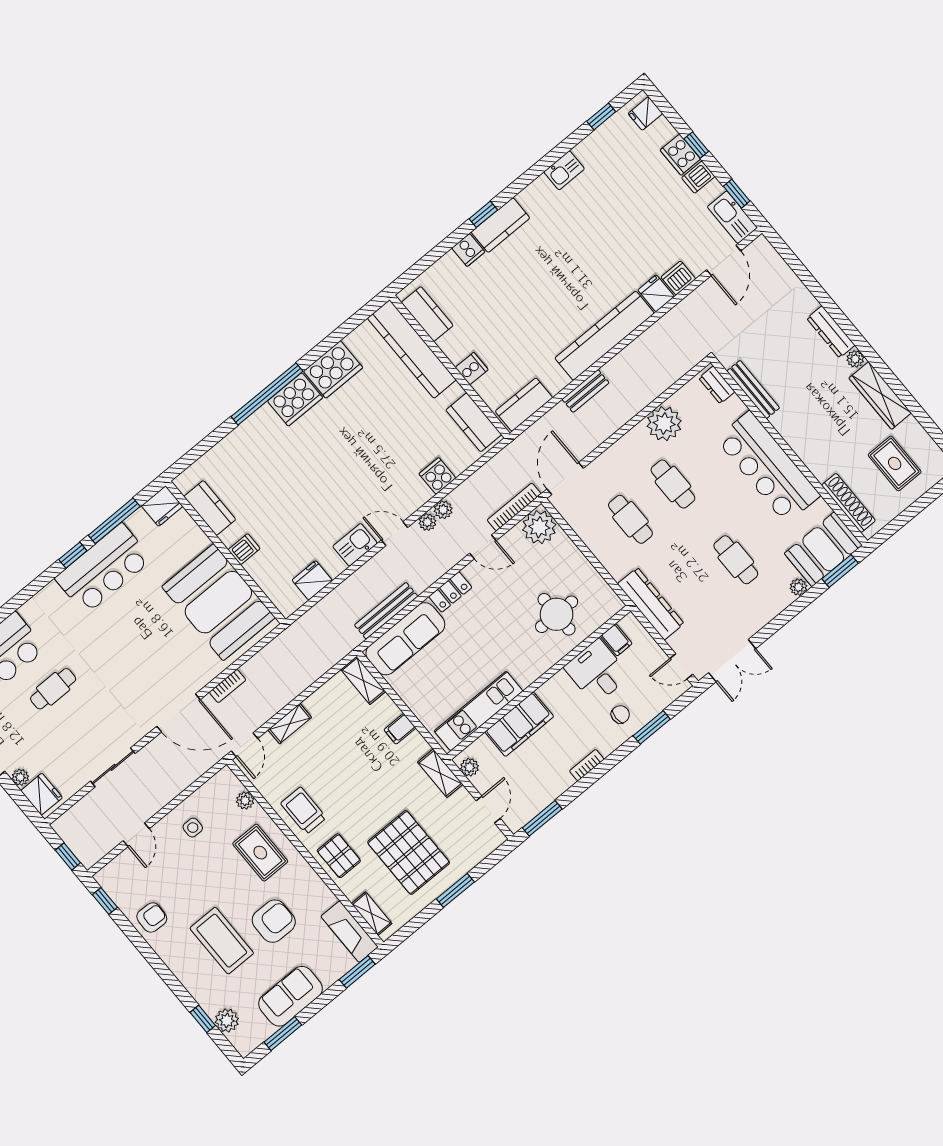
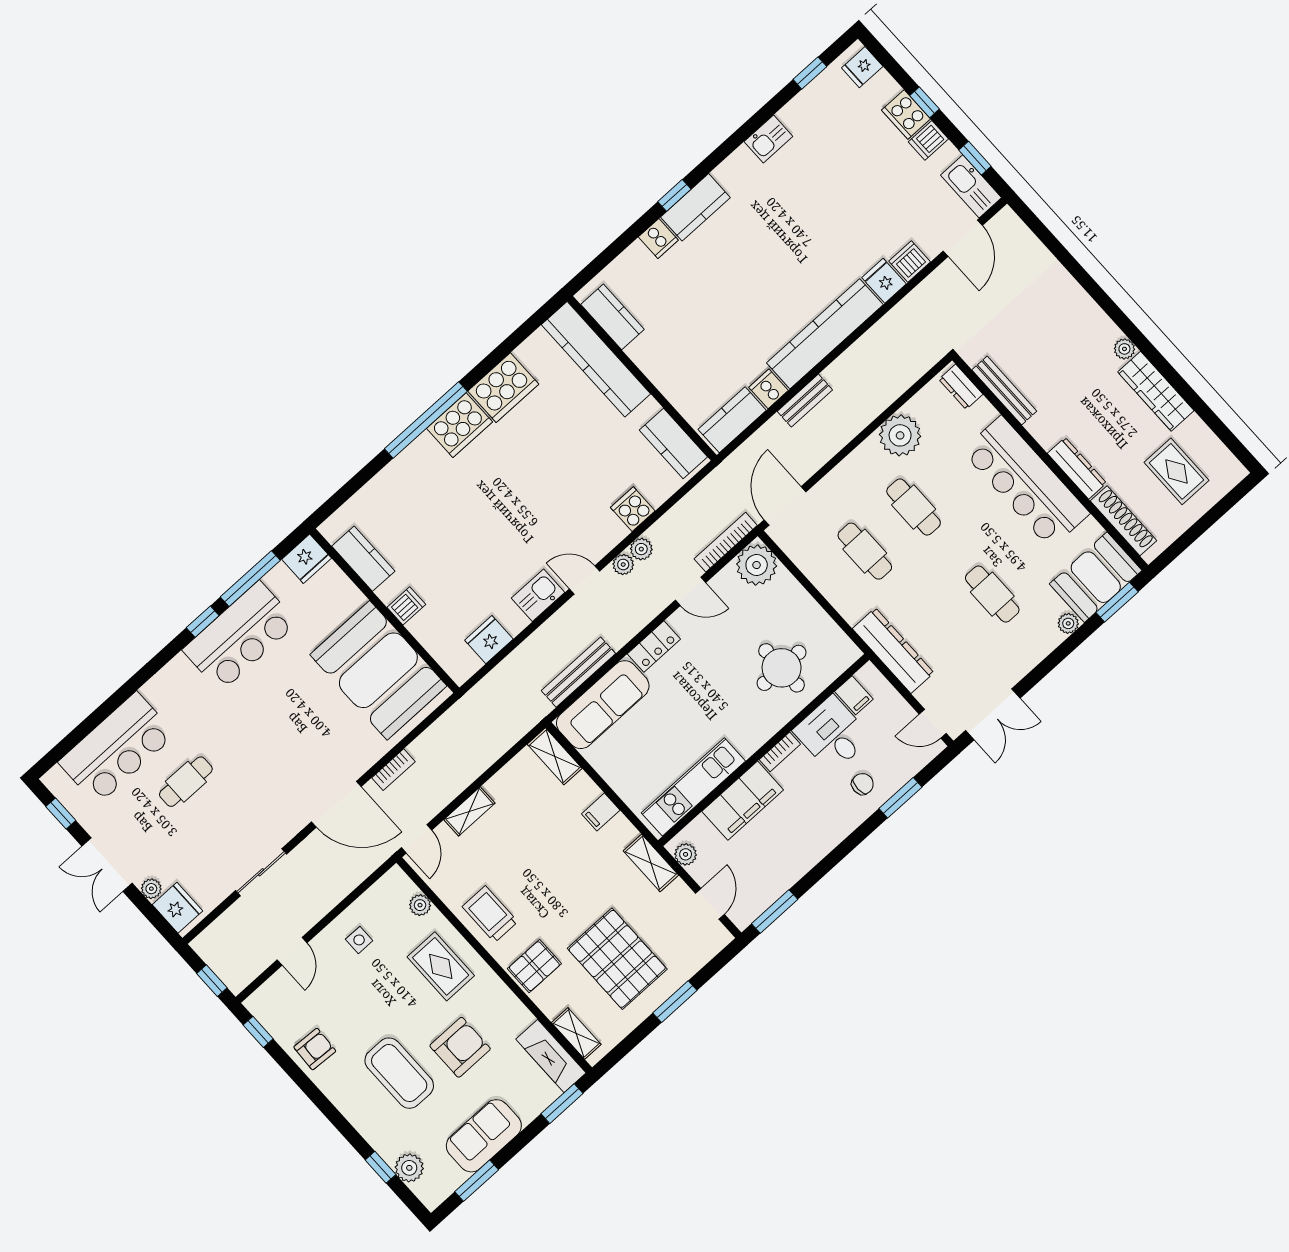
dresser: (831, 332) -> (1077, 468), moved, turned 180
cooker: (472, 369) -> (769, 389), moved, turned -90
bookcase: (587, 765) -> (780, 752), moved, turned 180
pallet: (339, 856) -> (534, 966), turned 90

